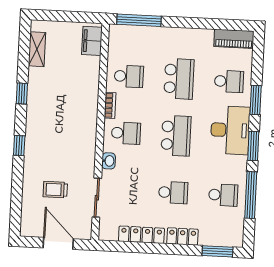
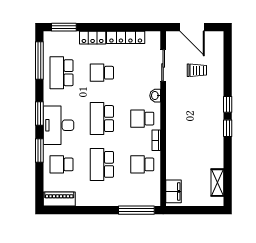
window: (22, 93) -> (228, 128), moved
school desk: (223, 195) -> (61, 73), width x1.85
window: (251, 195) -> (39, 61), moved

